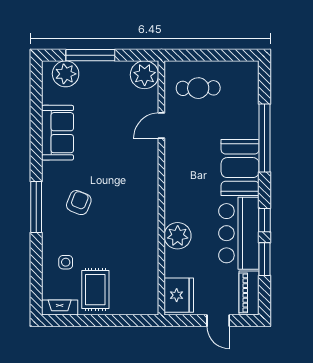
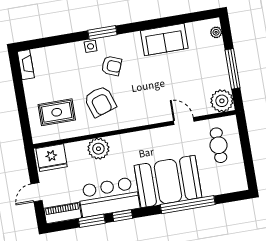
window: (90, 55) -> (233, 69), moved
plant: (66, 74) -> (216, 32), width x0.53, depth x0.53
booth: (240, 168) -> (168, 181), width x1.36, depth x1.42
window: (36, 207) -> (102, 32), width x0.69
armchair: (120, 224) -> (100, 101), added
side table: (66, 262) -> (91, 46), moved
rug: (95, 290) -> (57, 112), moved

